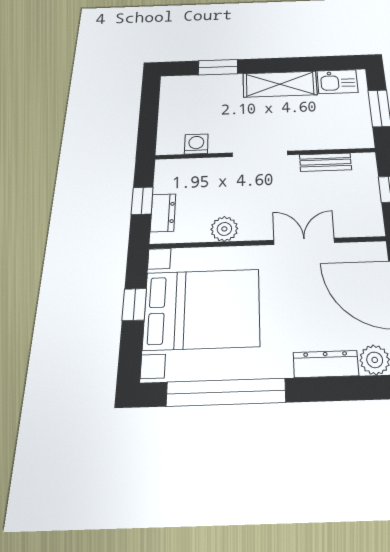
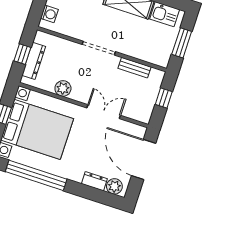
washing machine: (196, 144) -> (49, 14), moved, turned 90
dresser: (163, 213) -> (34, 61), width x1.44
dresser: (326, 364) -> (94, 181), width x0.70

